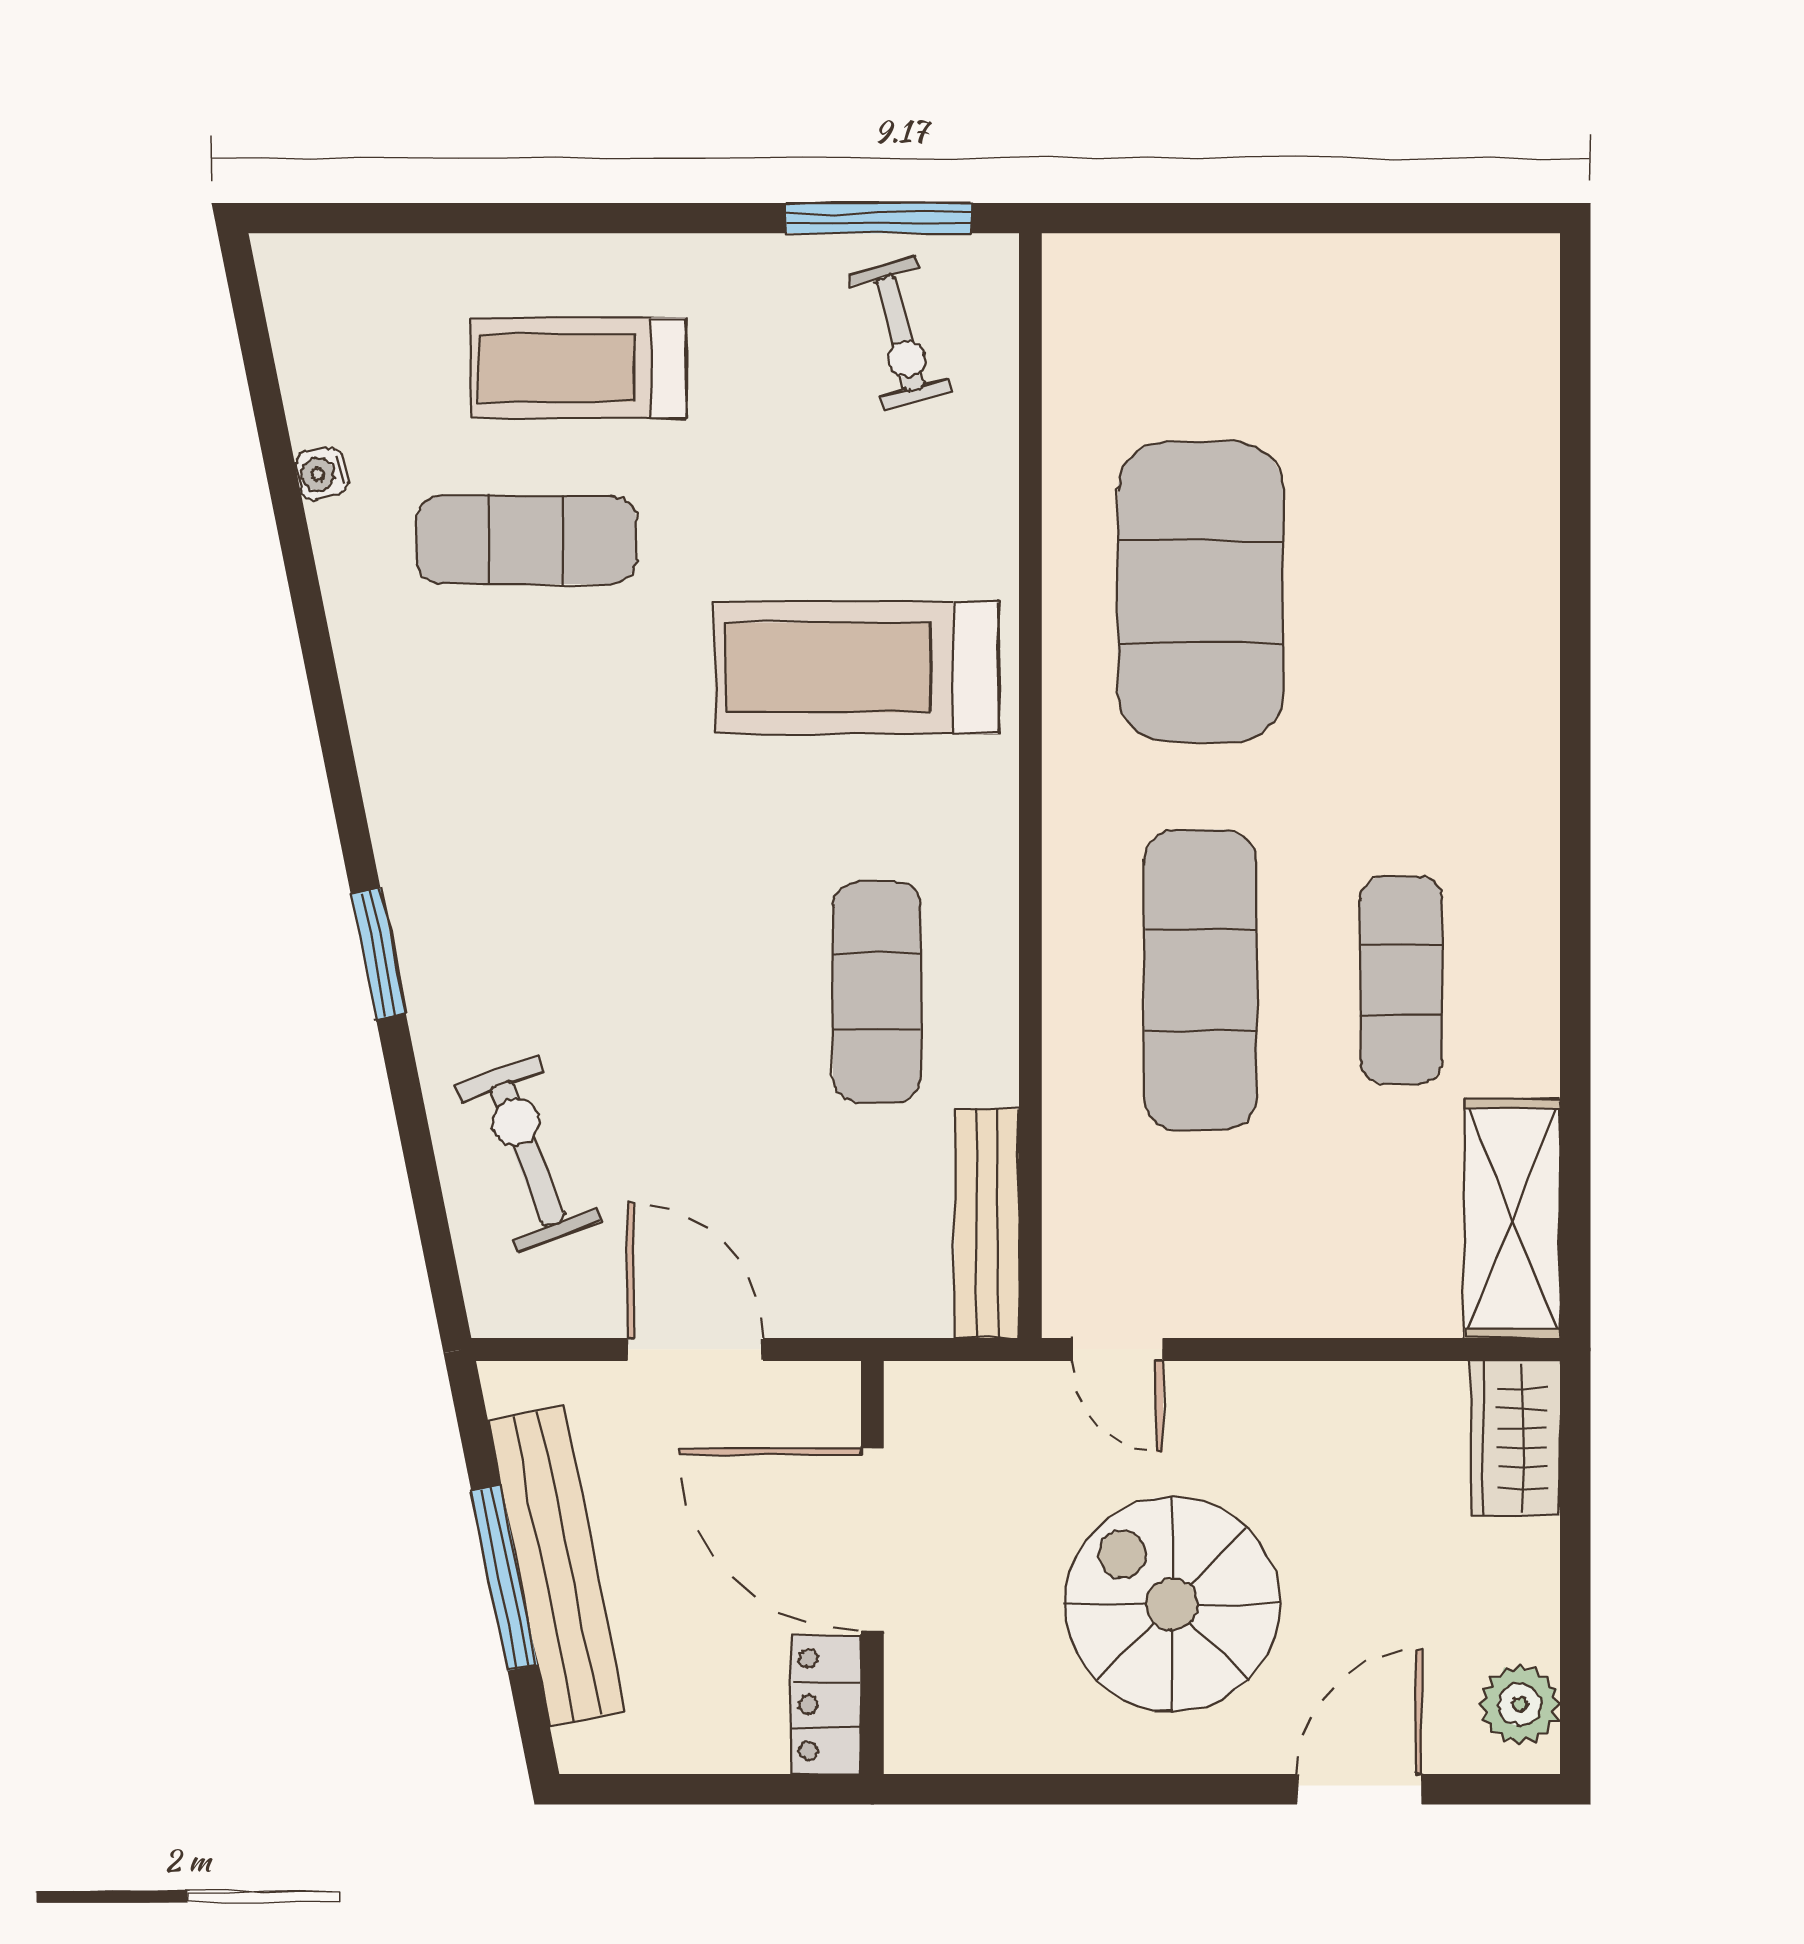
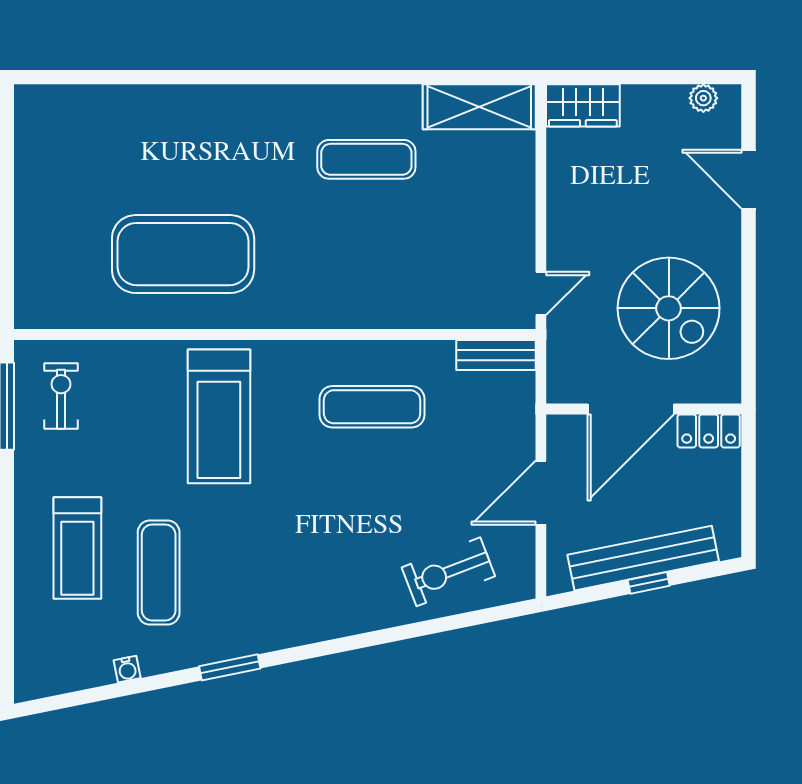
exercise bike: (900, 333) -> (61, 396), turned -75
window: (378, 954) -> (230, 667), moved
exercise mat: (1201, 980) -> (366, 254), removed
bench: (987, 1224) -> (496, 355), width x0.73
window: (504, 1578) -> (649, 583), width x0.46
spiral stairs: (1172, 1604) -> (669, 308), moved, turned -90
plant: (1520, 1705) -> (703, 98), width x0.73, depth x0.73

